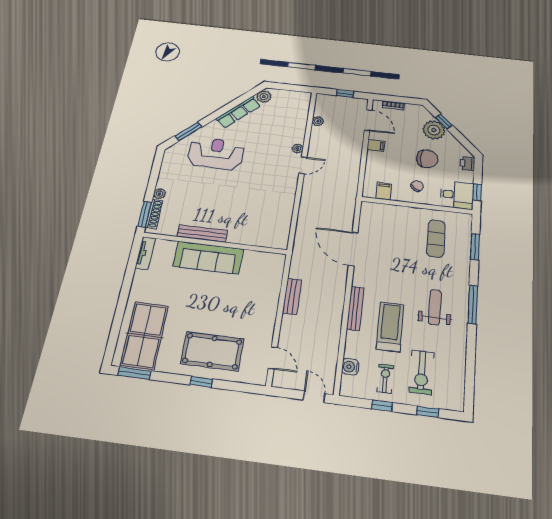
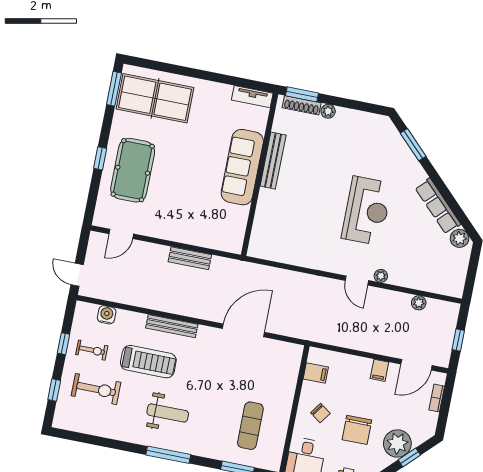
reception desk: (216, 154) -> (367, 211), moved
exercise mat: (436, 239) -> (250, 426), turned 90
exercise bike: (422, 372) -> (96, 389), turned 180
door: (314, 397) -> (77, 275), swing flipped

